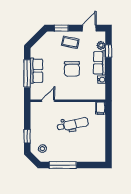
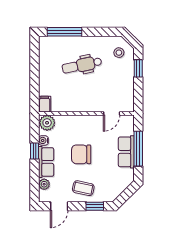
window: (108, 51) -> (35, 151), moved
chair: (72, 69) -> (81, 154), turned -90
plant: (99, 94) -> (47, 123), added
dental chair: (73, 124) -> (82, 65), moved
window: (63, 165) -> (65, 32), moved

